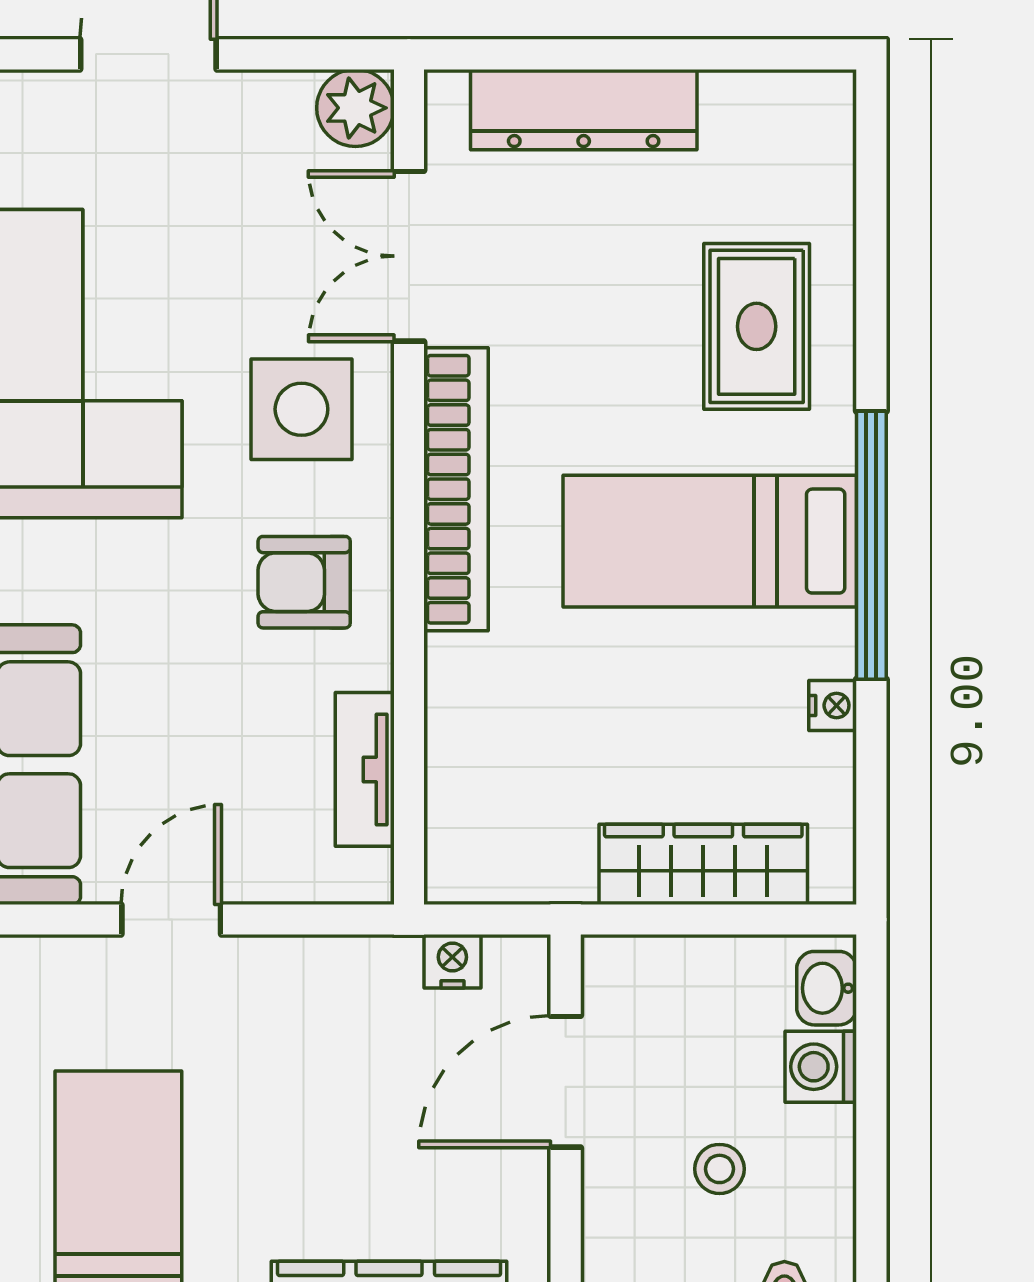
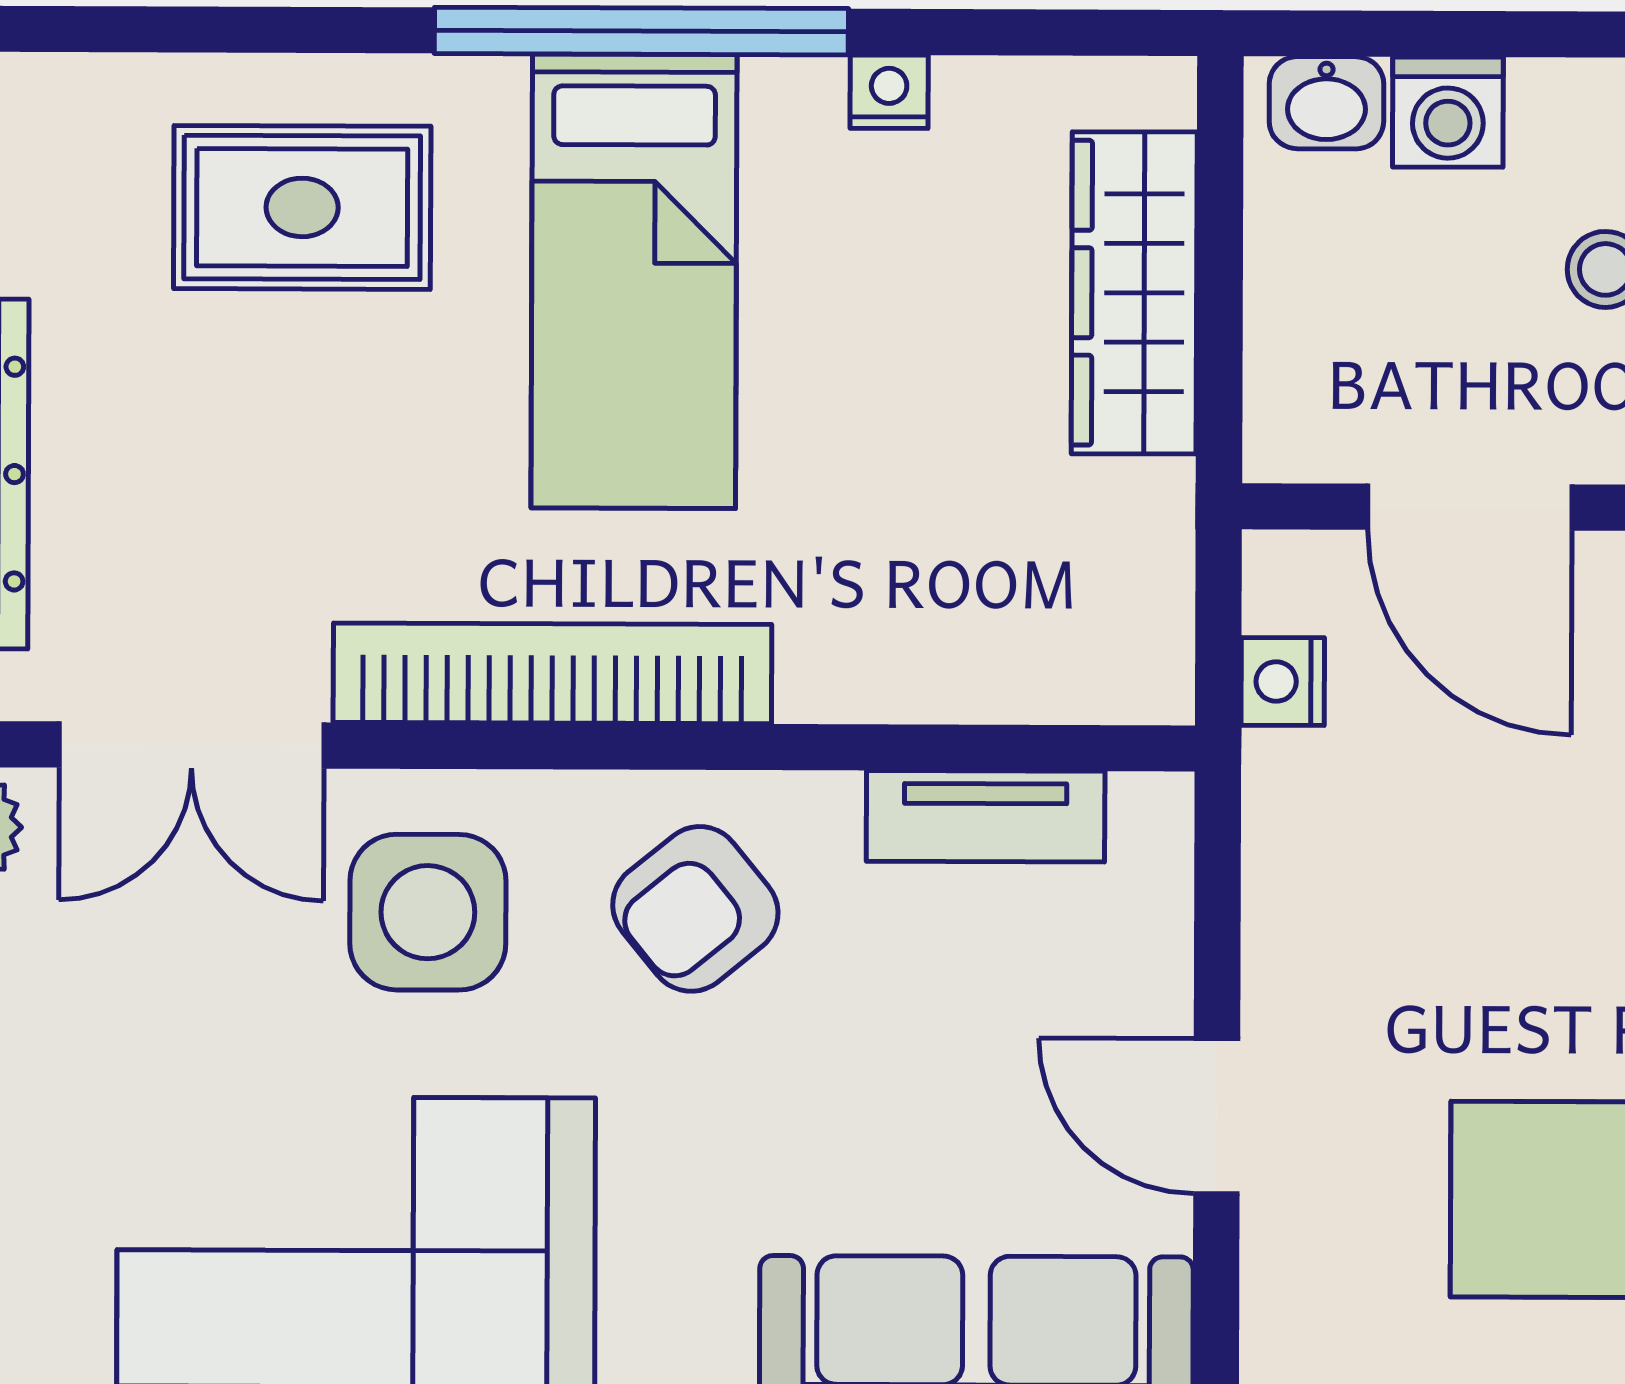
armchair: (304, 582) -> (695, 909), turned 51

